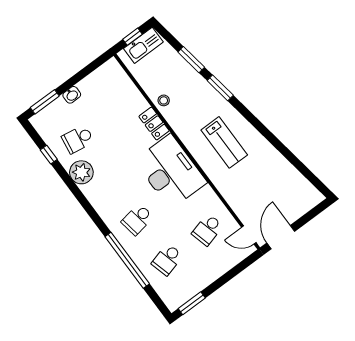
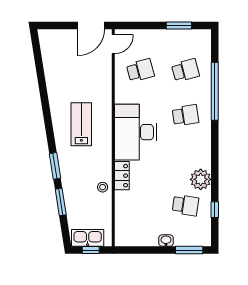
door: (249, 235) -> (113, 44), hinge flipped
window: (192, 303) -> (179, 26), moved

